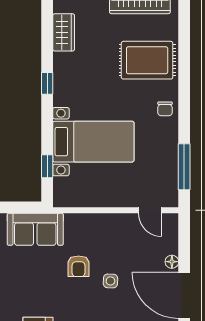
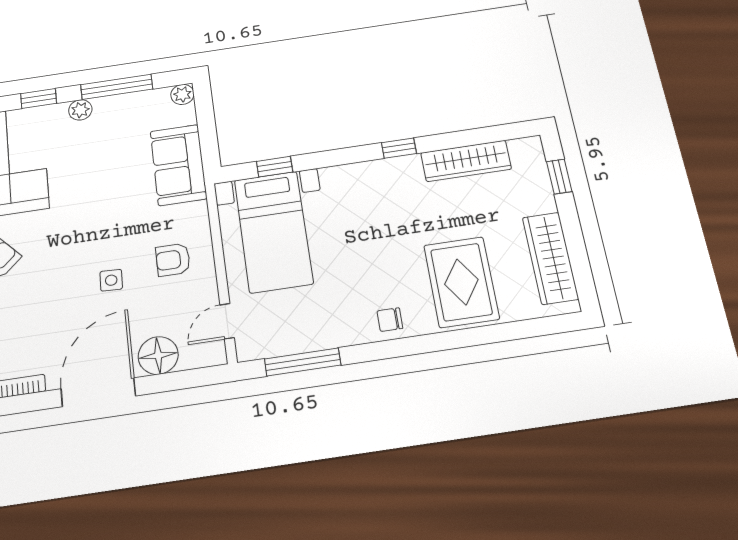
wardrobe: (64, 32) -> (466, 161), width x1.50
bed with nightstands: (93, 142) -> (273, 231), moved
floor lamp: (172, 262) -> (158, 355), width x1.89, depth x1.89
armchair: (79, 266) -> (173, 260), moved

